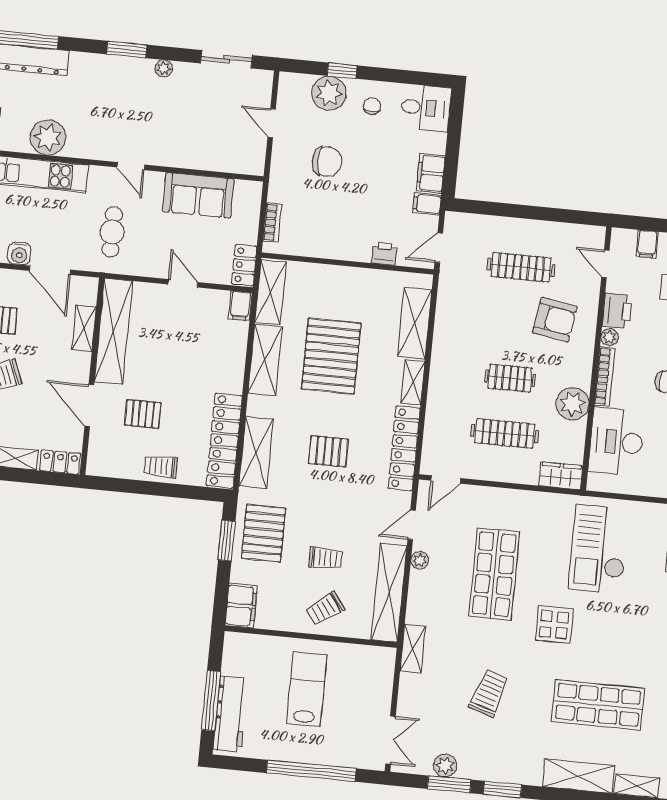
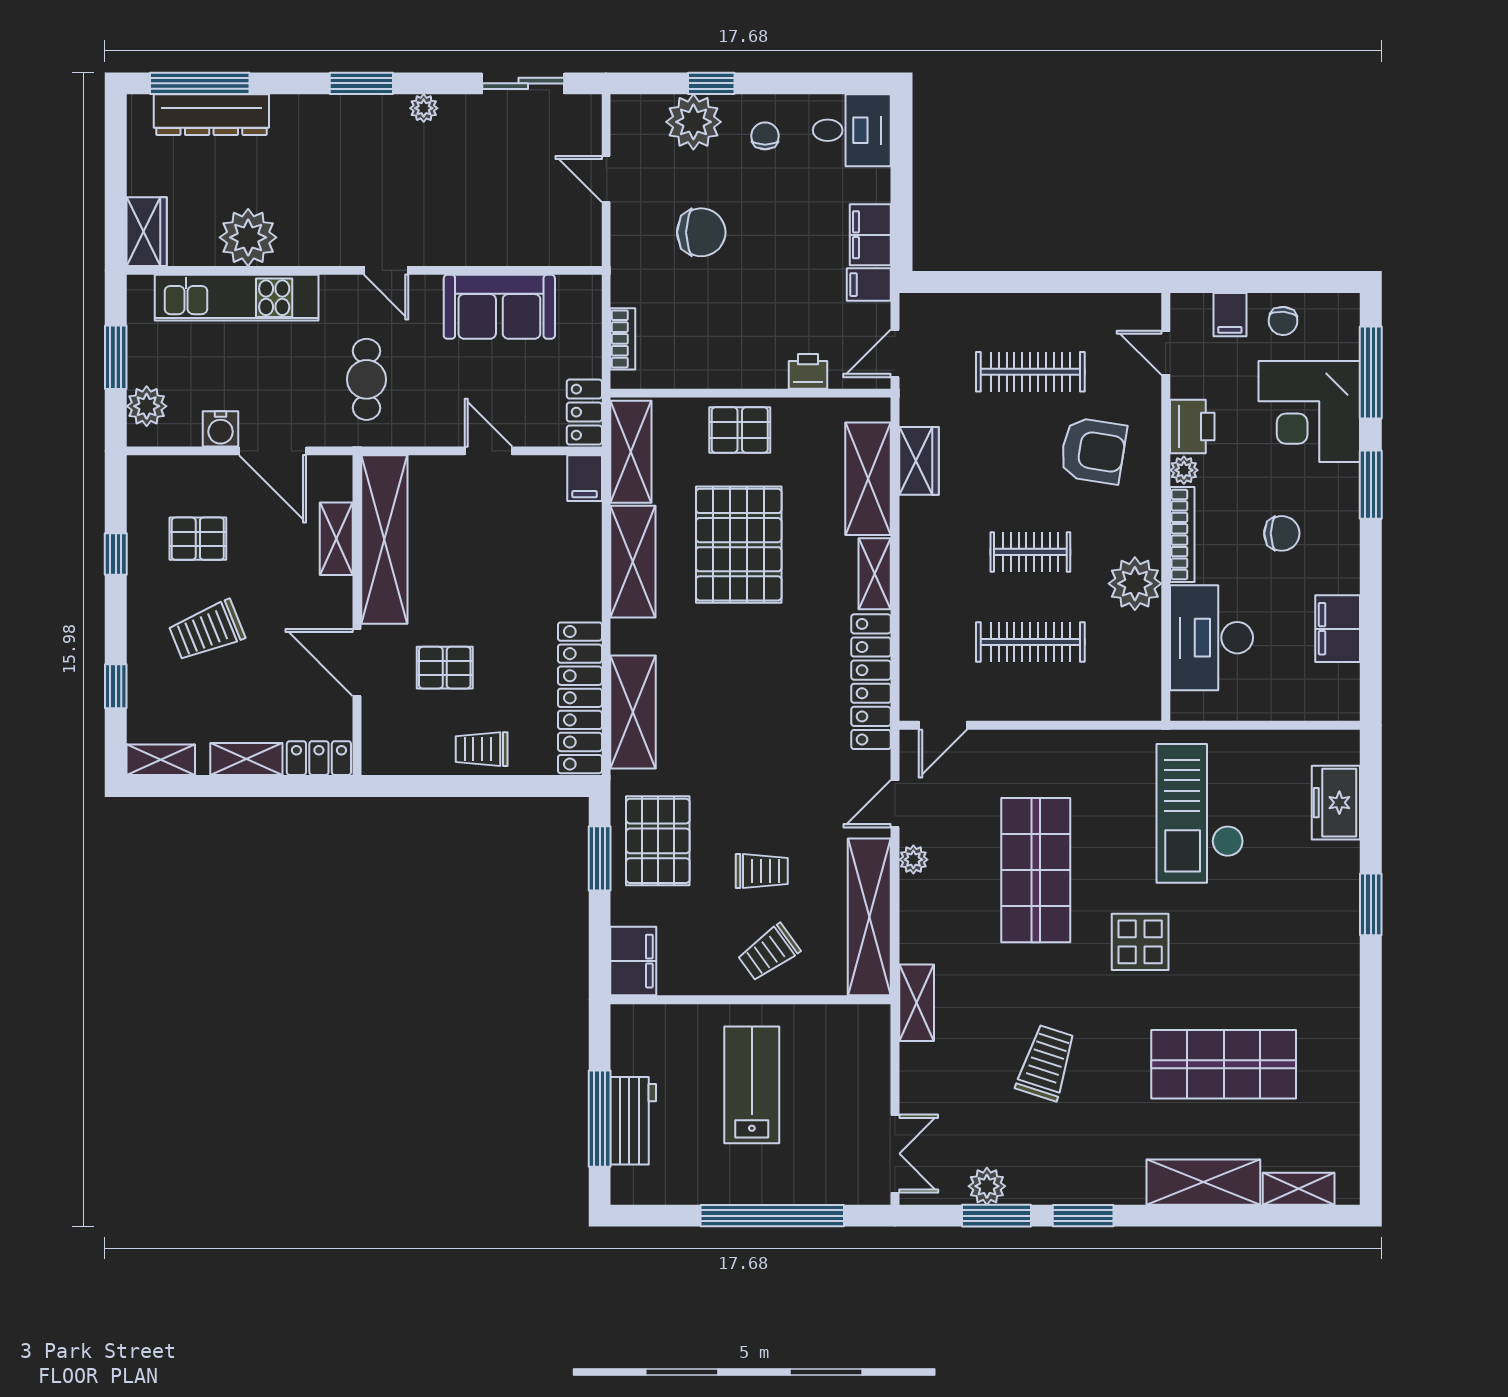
pallet: (328, 451) -> (740, 430), moved
wardrobe: (561, 476) -> (919, 461), moved, turned 90
workbench: (230, 714) -> (633, 1121), width x0.73

